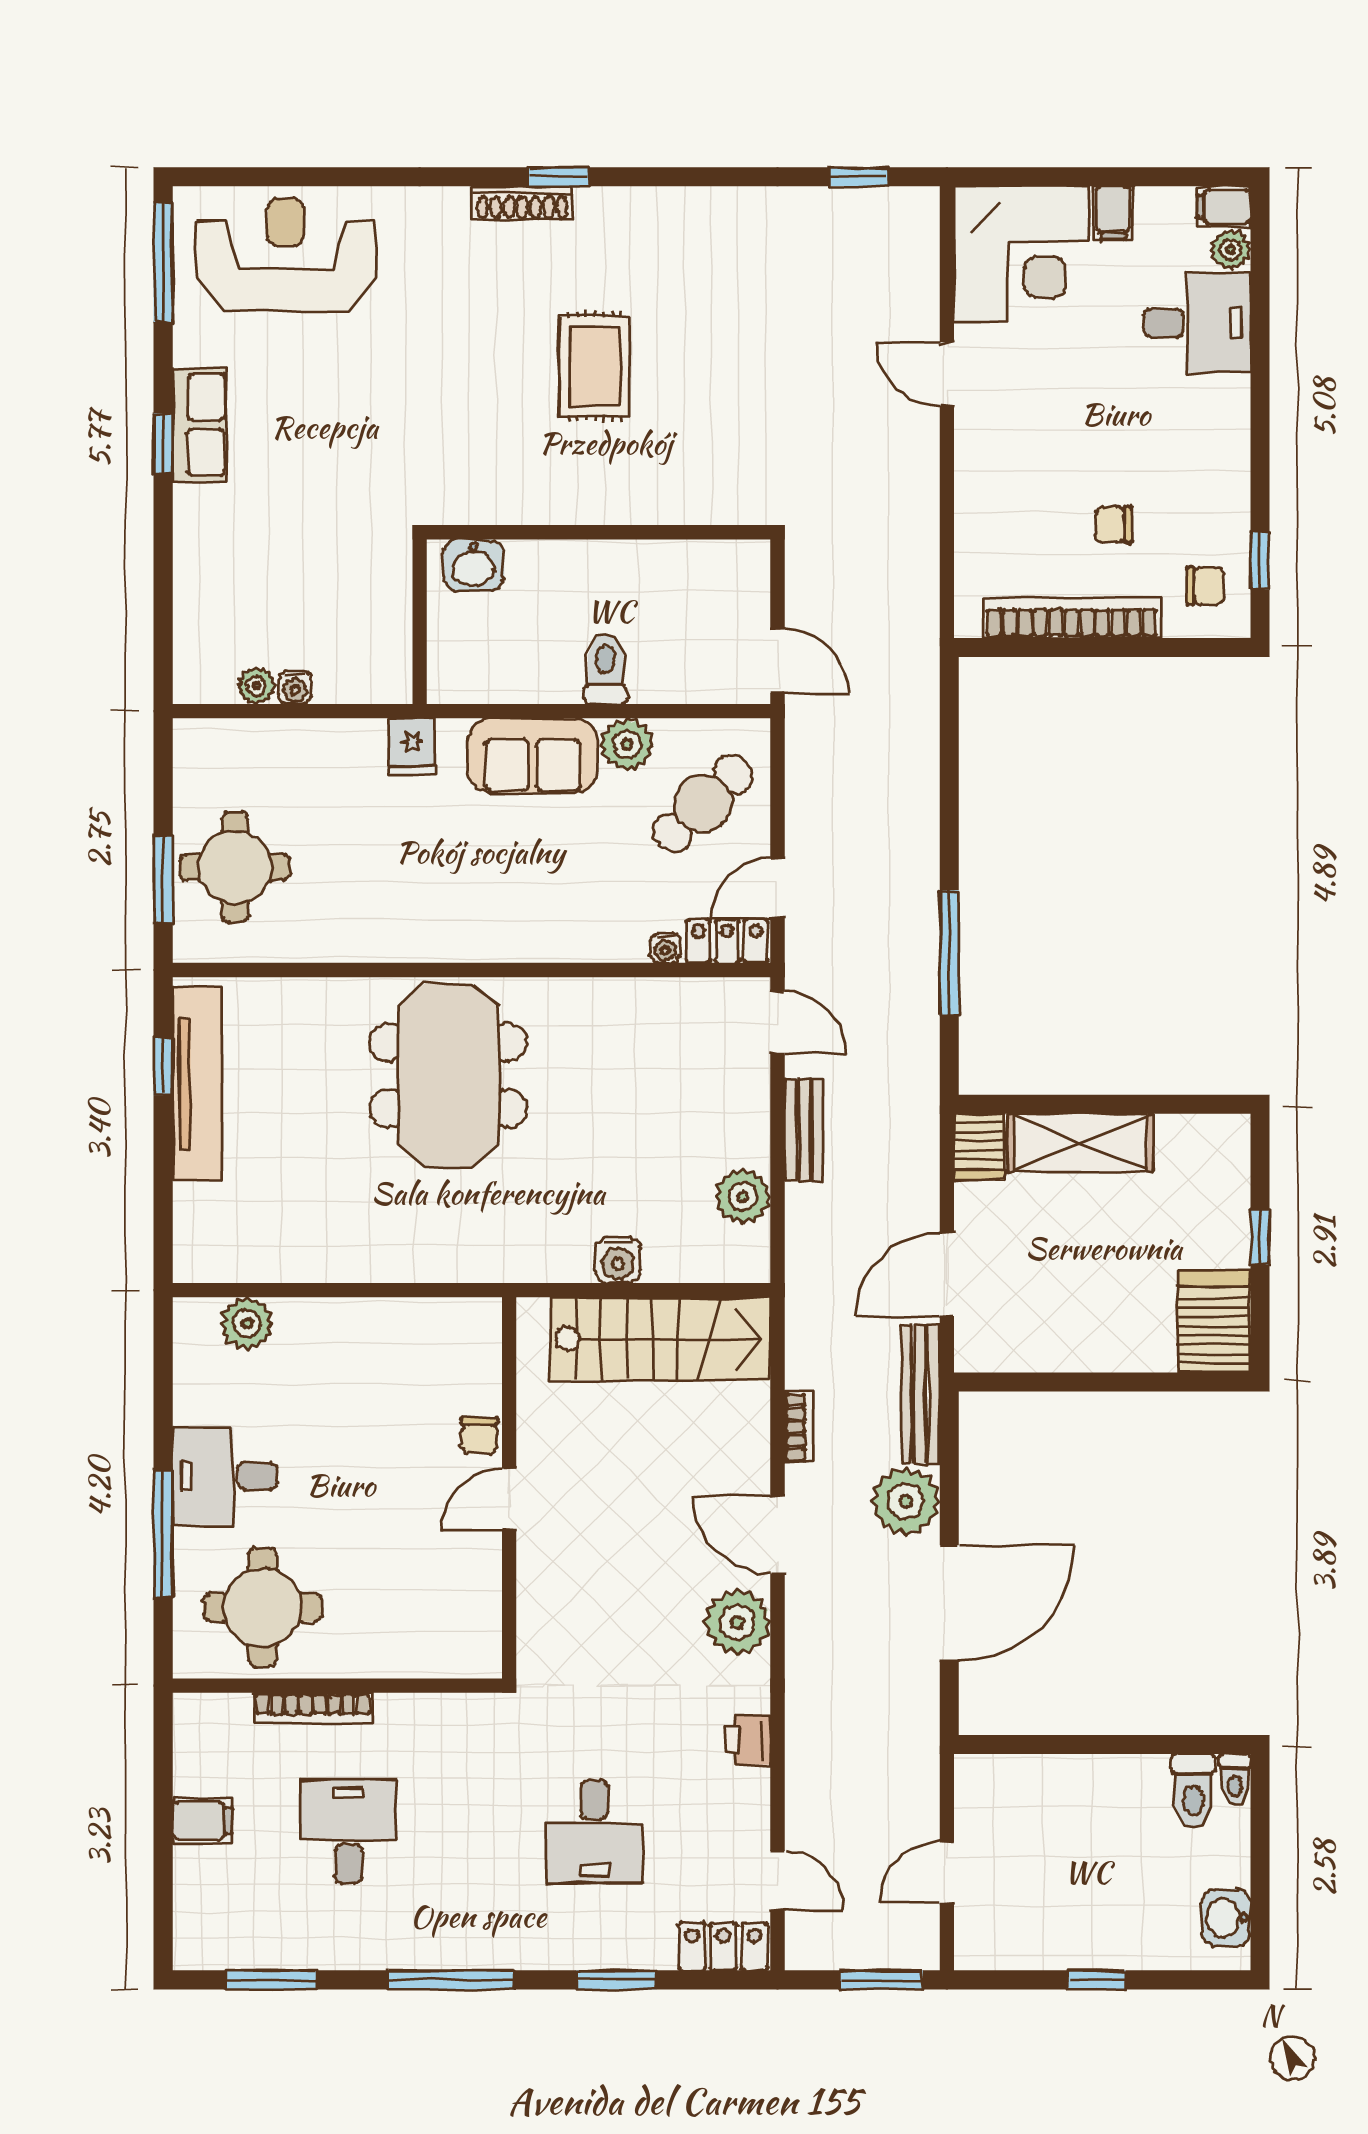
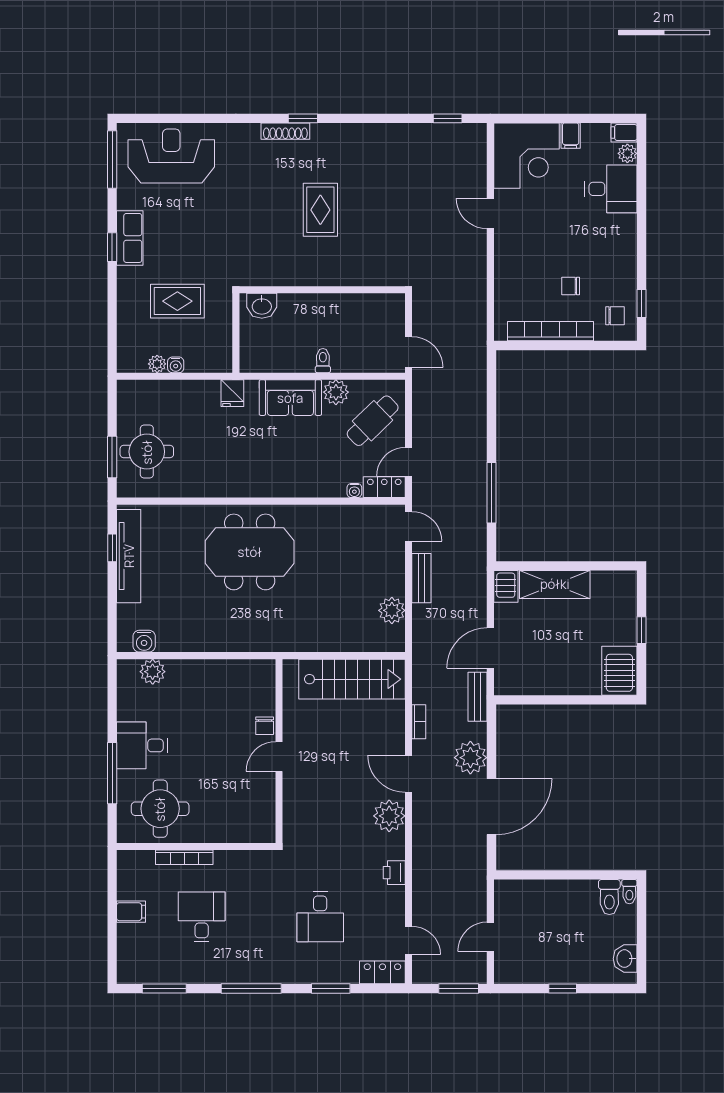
rug: (298, 555) -> (177, 301), added
toilet: (606, 669) -> (323, 361), width x0.73, depth x0.72
meeting table: (448, 1075) -> (250, 552), turned 90
water cooler: (618, 1260) -> (144, 641), moved
bench: (920, 1394) -> (478, 697), width x0.73

